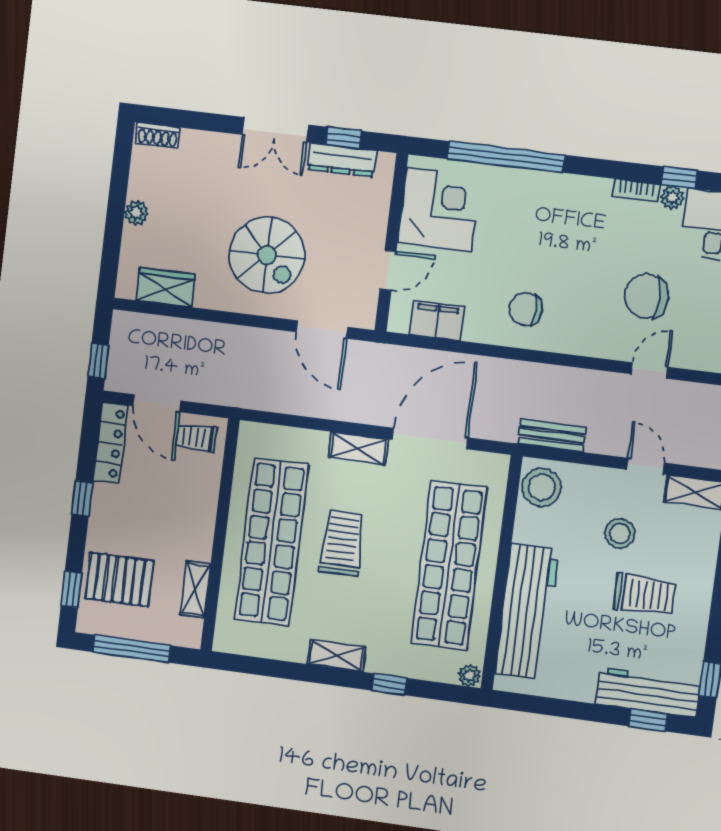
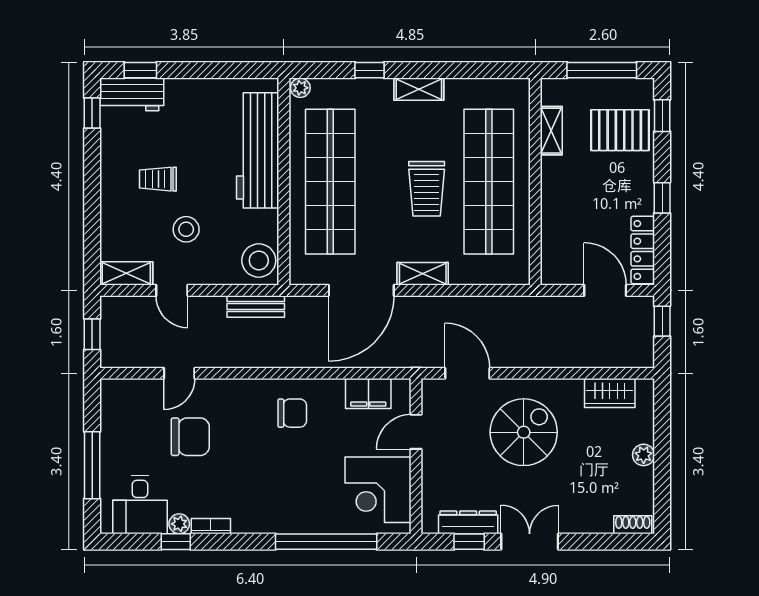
spiral stairs: (267, 255) -> (524, 432), turned 90
trolley: (196, 437) -> (567, 265), removed
trolley: (645, 595) -> (158, 179), width x0.73, depth x0.72
workbench: (648, 692) -> (132, 94), width x0.73

